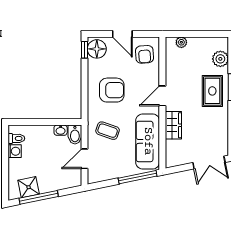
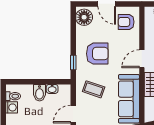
window: (84, 50) -> (73, 62), moved
armchair: (145, 54) -> (126, 22), turned 94
bidet: (75, 135) -> (40, 93), moved

